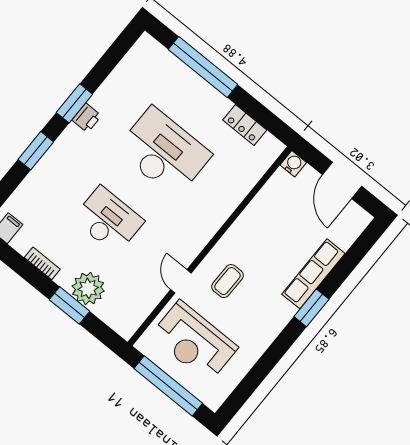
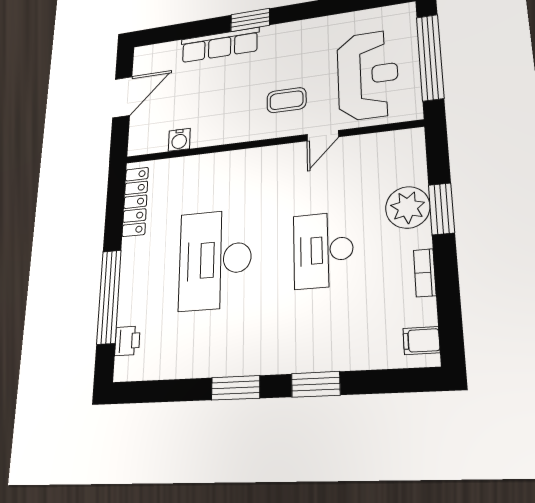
printer: (87, 118) -> (127, 341), moved, turned 90
locker: (245, 125) -> (135, 202), width x1.53
water cooler: (293, 164) -> (179, 140), moved, turned -90

